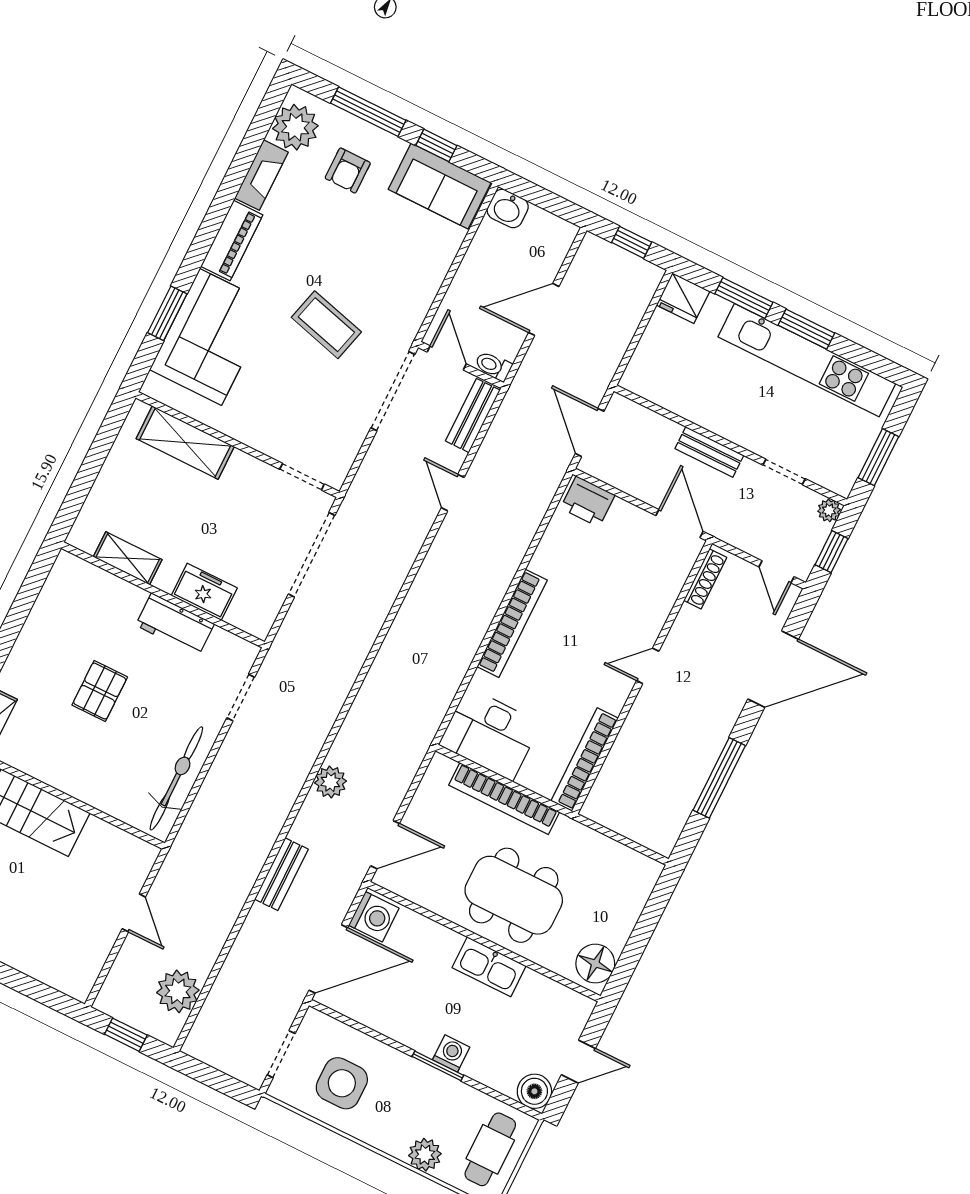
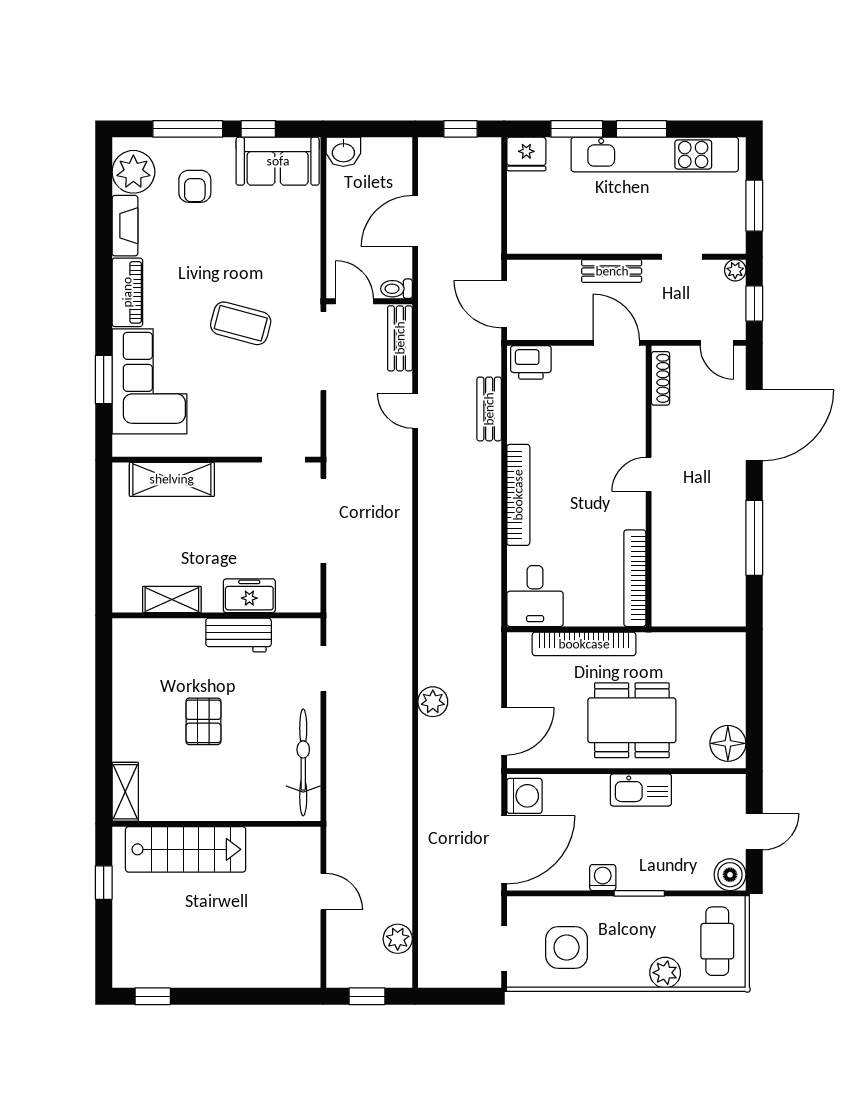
desk: (490, 734) -> (535, 596), width x0.73
bench: (281, 874) -> (489, 409), moved
plant: (178, 991) -> (398, 939), width x0.73, depth x0.73
washing machine: (451, 1053) -> (603, 878), moved

